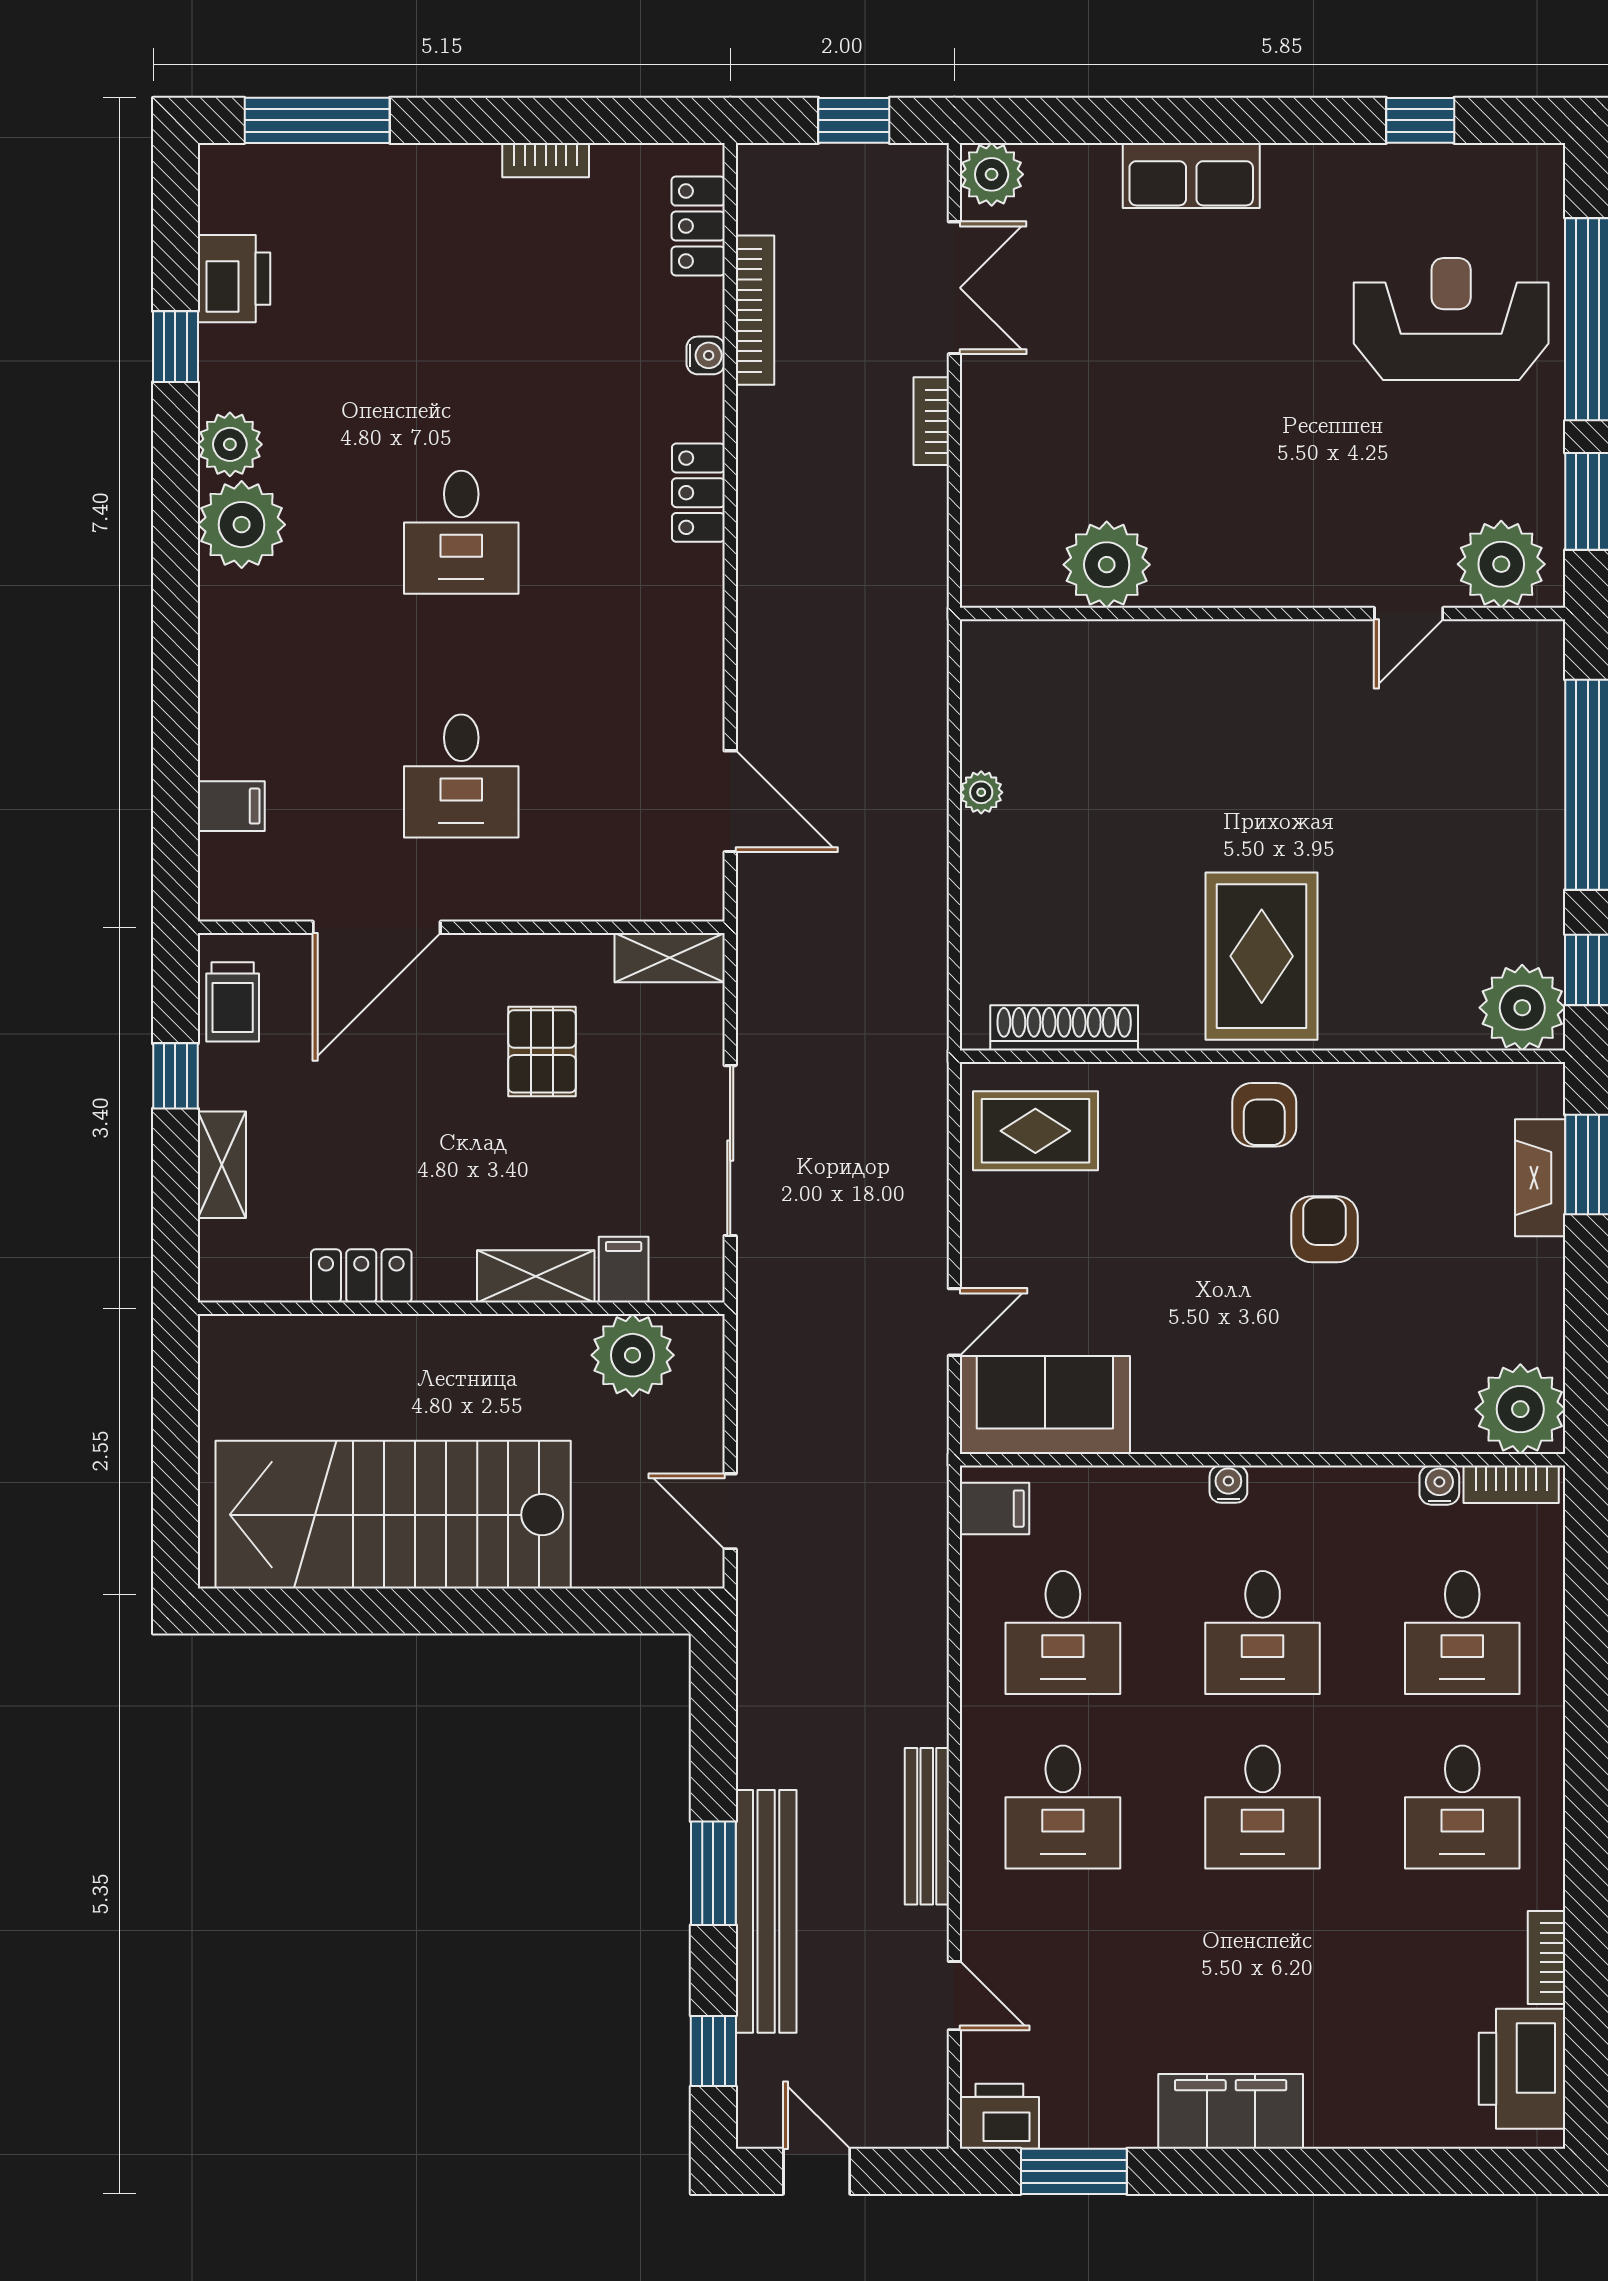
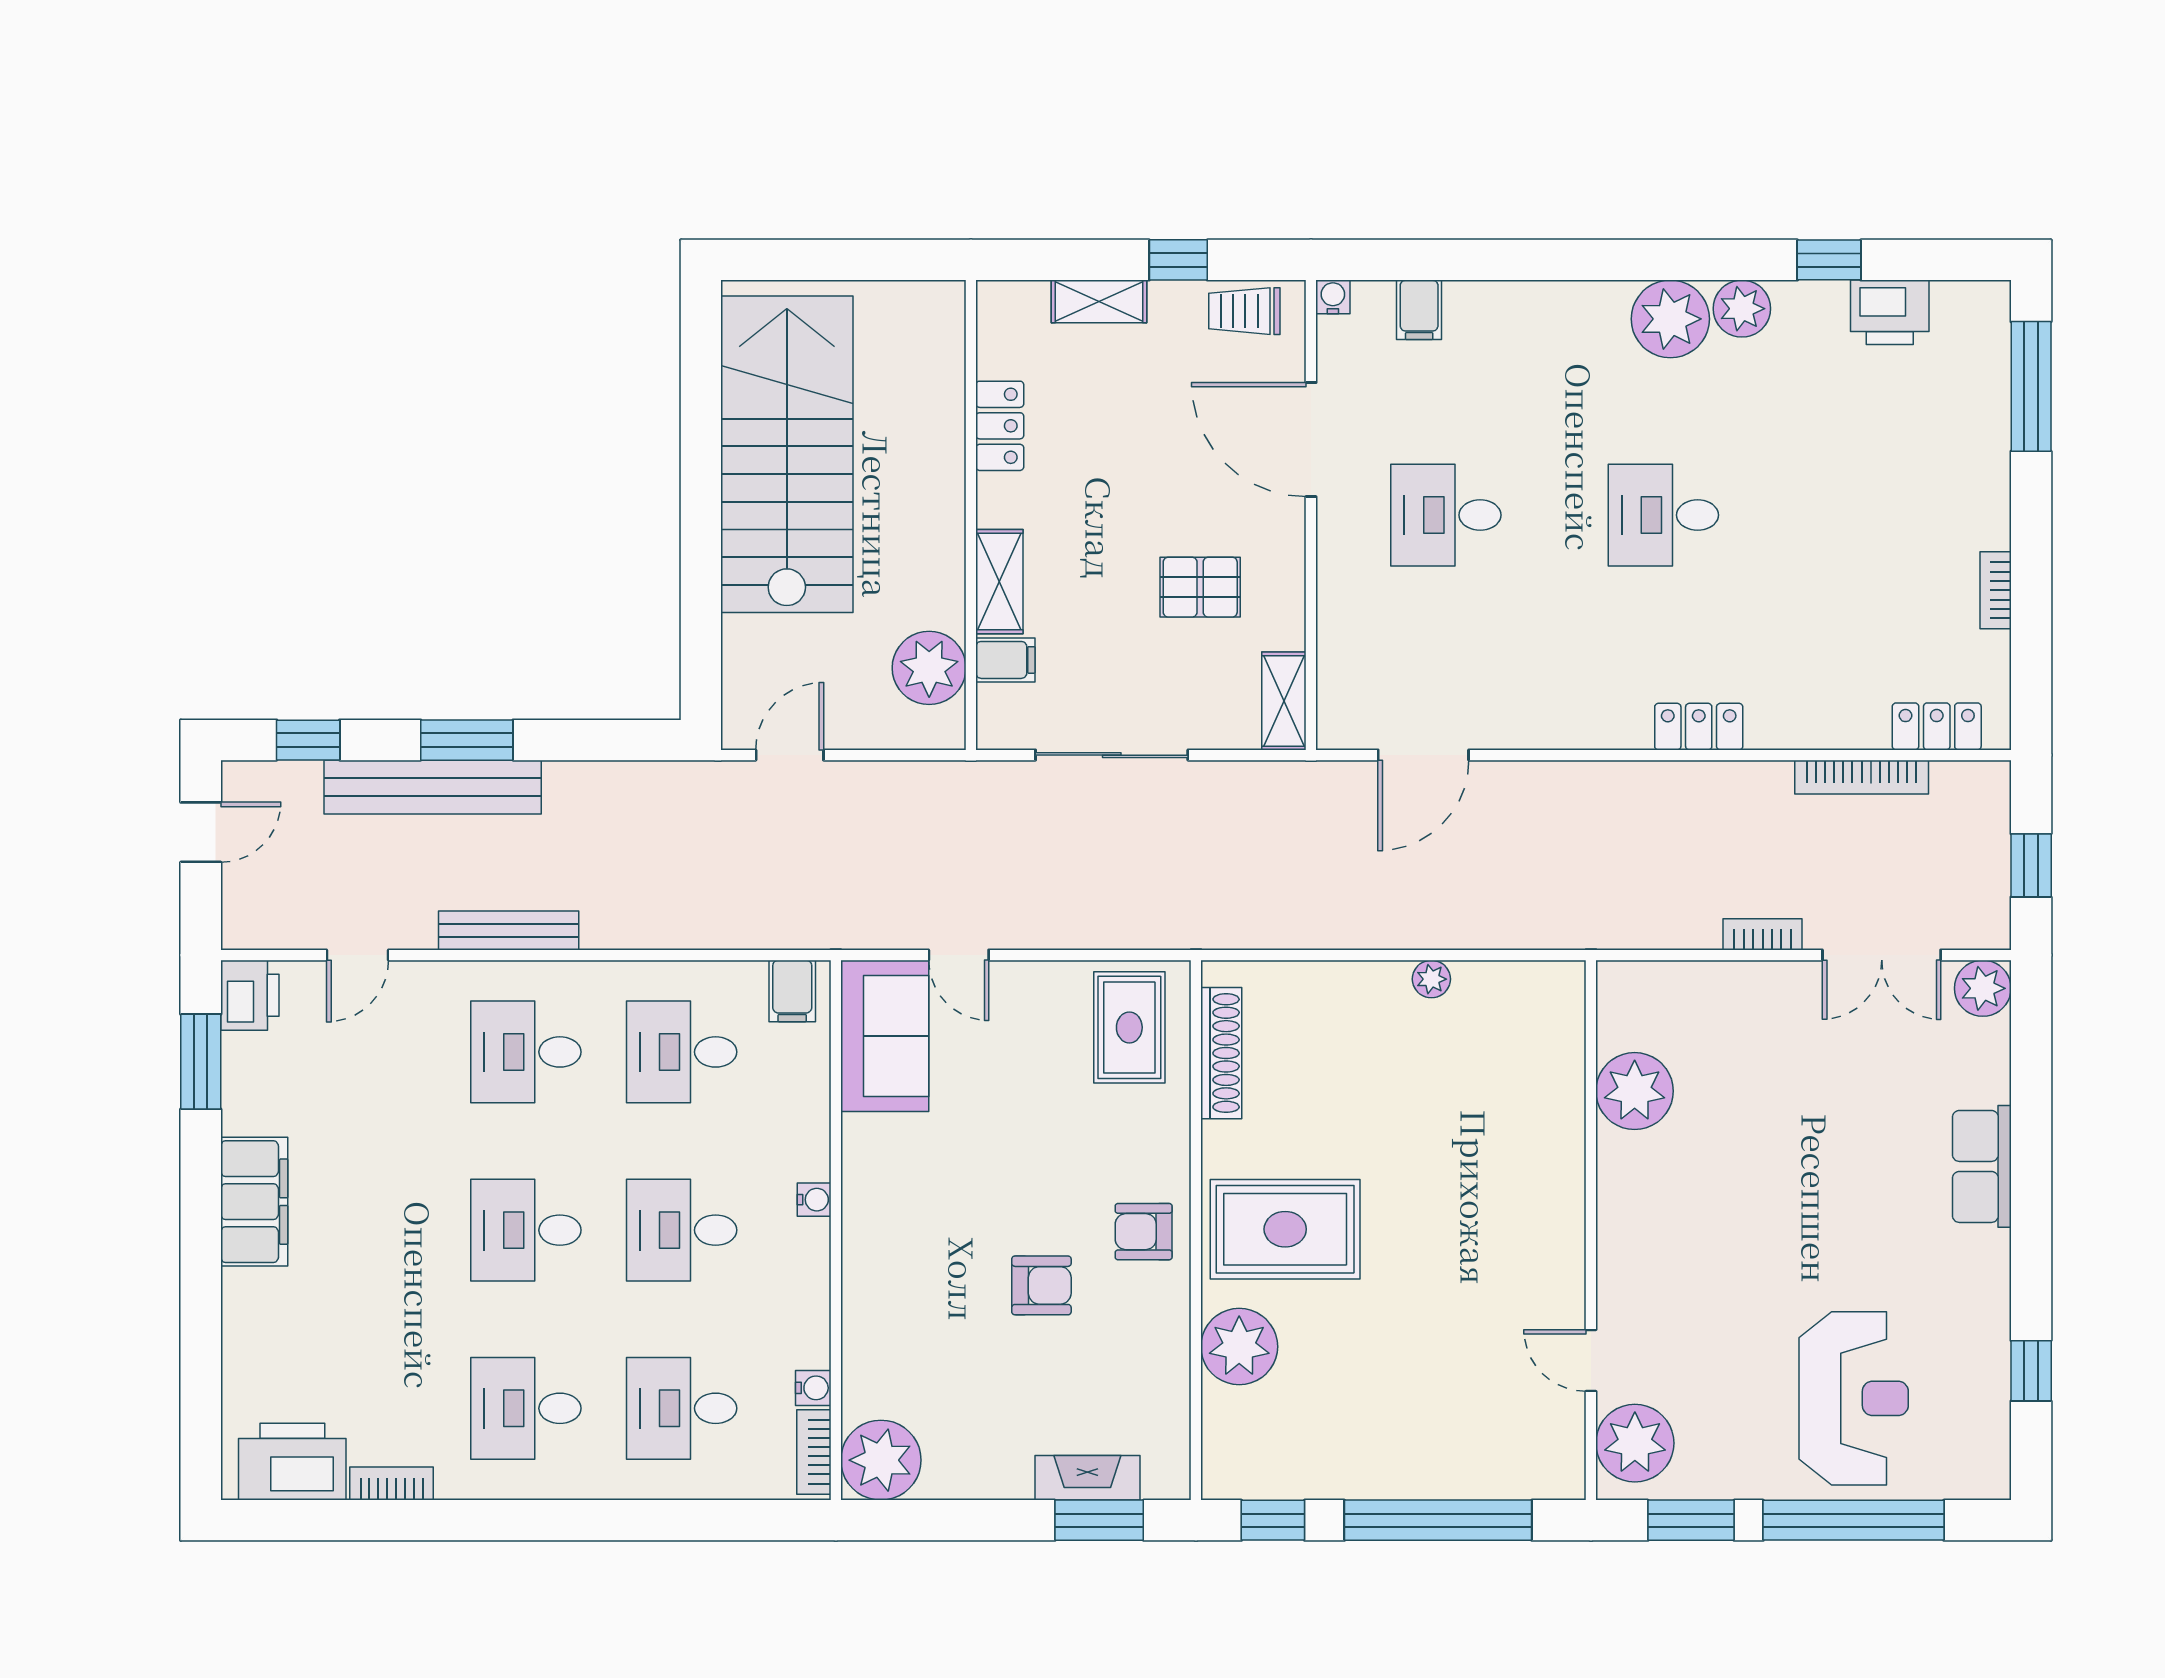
water cooler: (706, 355) -> (1333, 297), moved, turned 180
plant: (1522, 1008) -> (1239, 1347), moved

